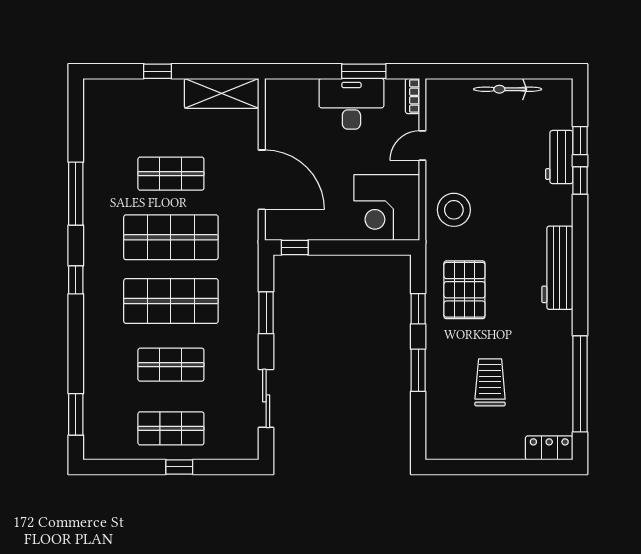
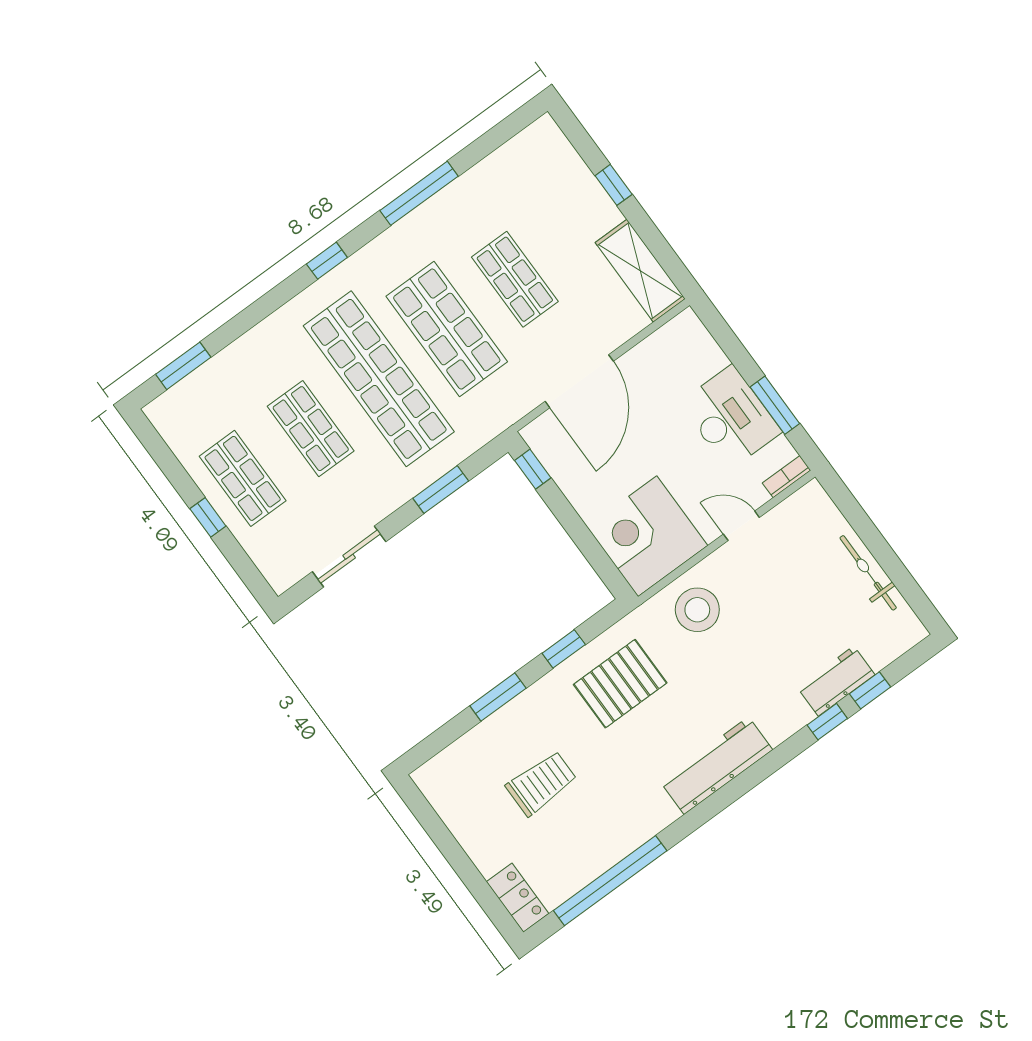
shop shelf: (171, 301) -> (379, 379), width x1.40

